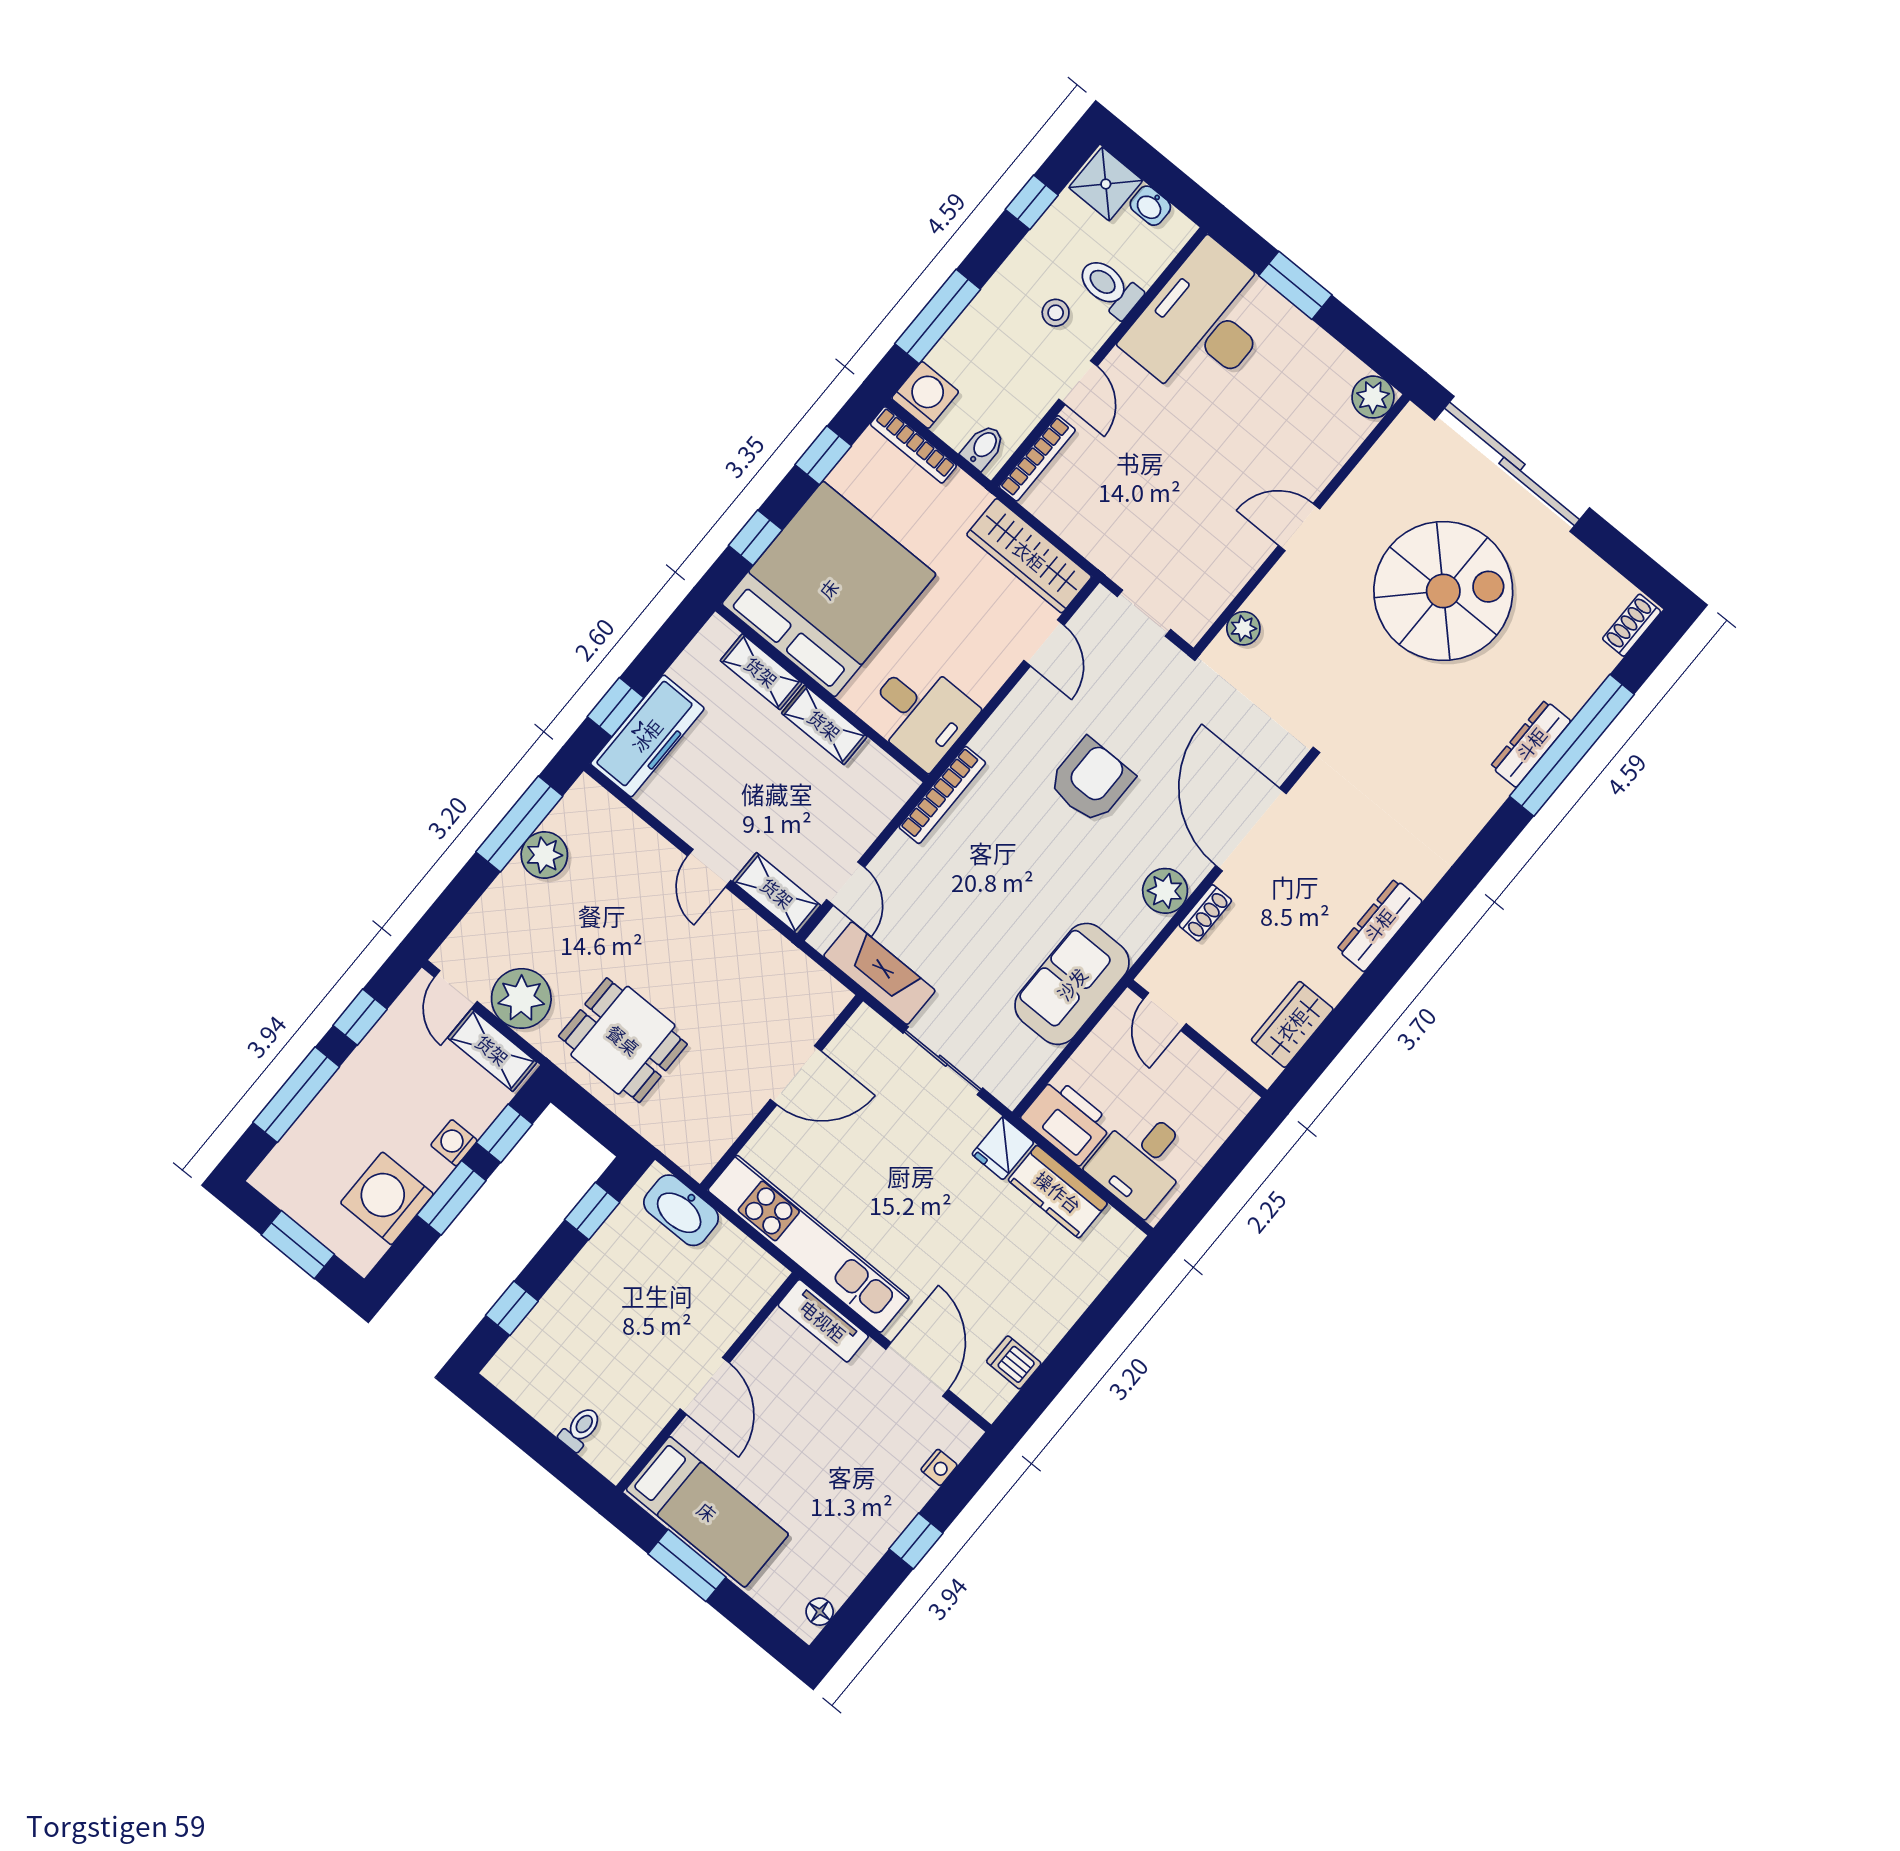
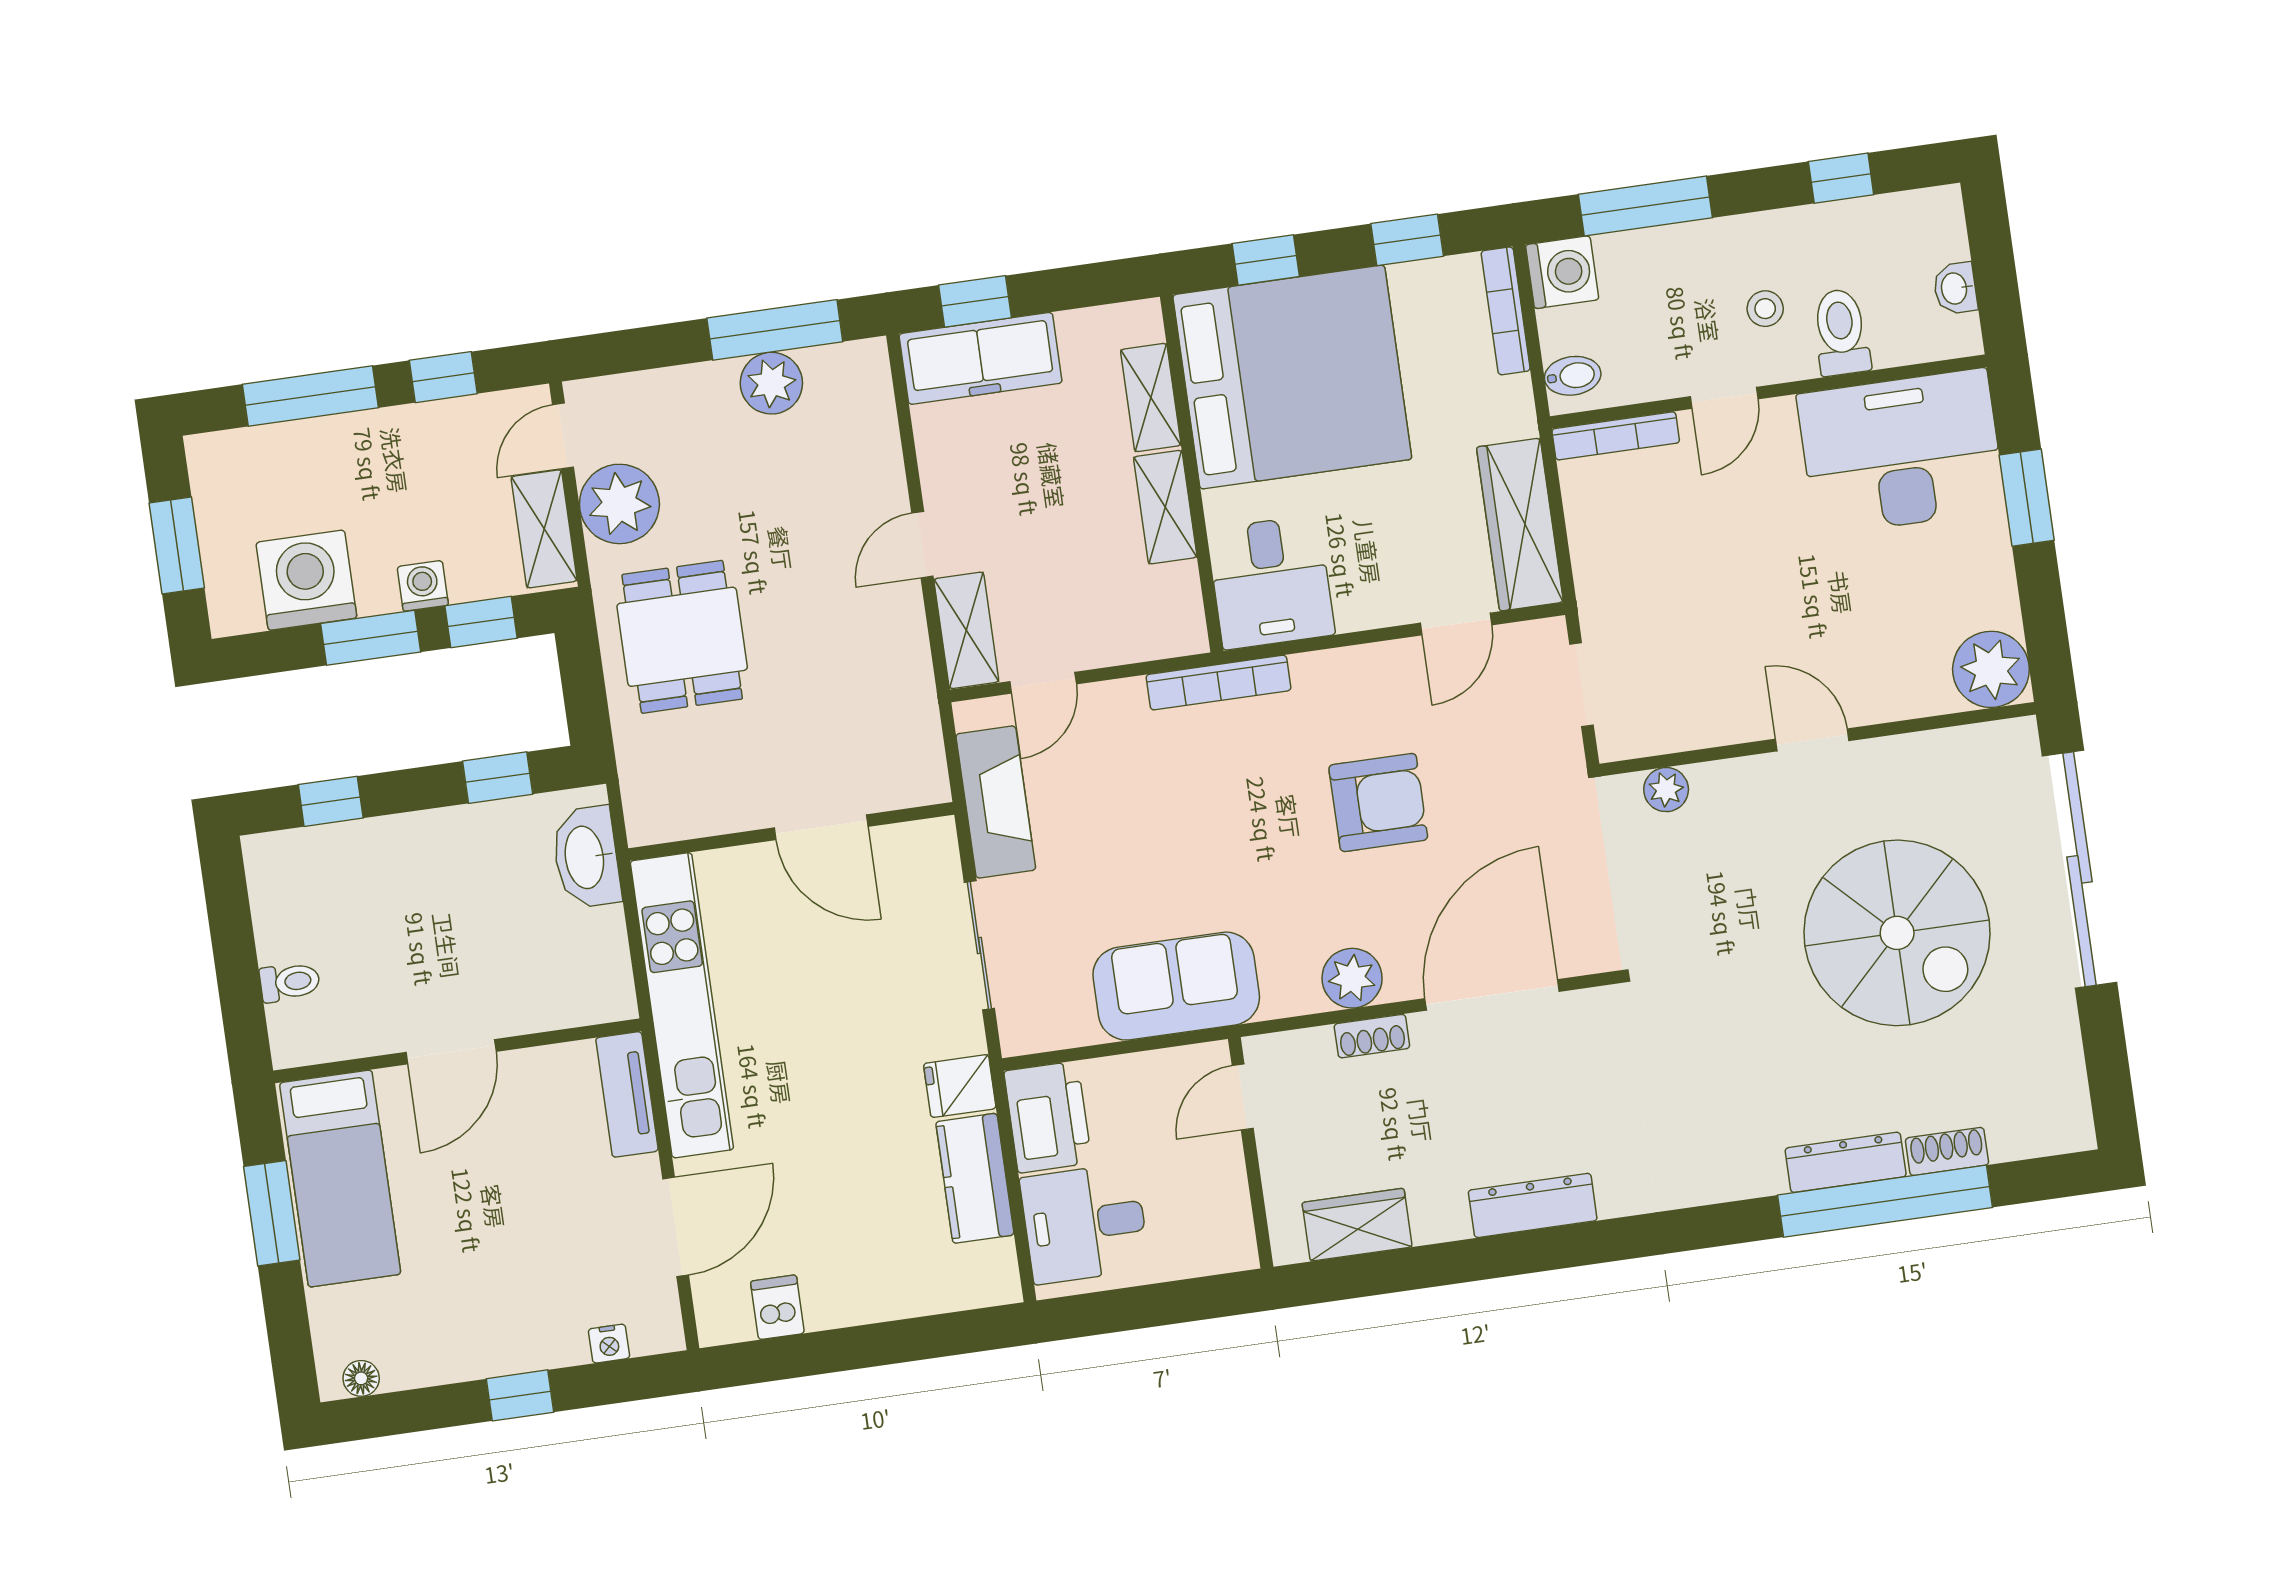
shower: (1106, 184) -> (1931, 227), removed
plant: (1373, 397) -> (1991, 669), width x1.36, depth x1.36
shoe rack: (1632, 625) -> (1947, 1151), moved

